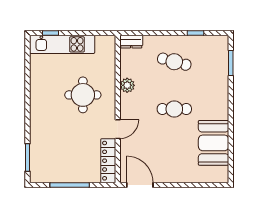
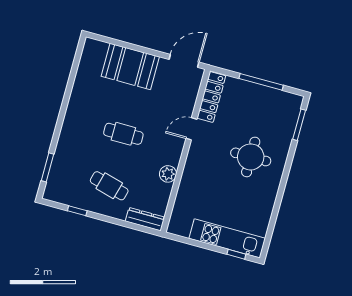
dresser: (131, 42) -> (145, 219), width x1.44
round table: (83, 95) -> (251, 157), moved
booth: (214, 143) -> (130, 66), moved, turned 90
door: (140, 185) -> (184, 61), swing flipped

